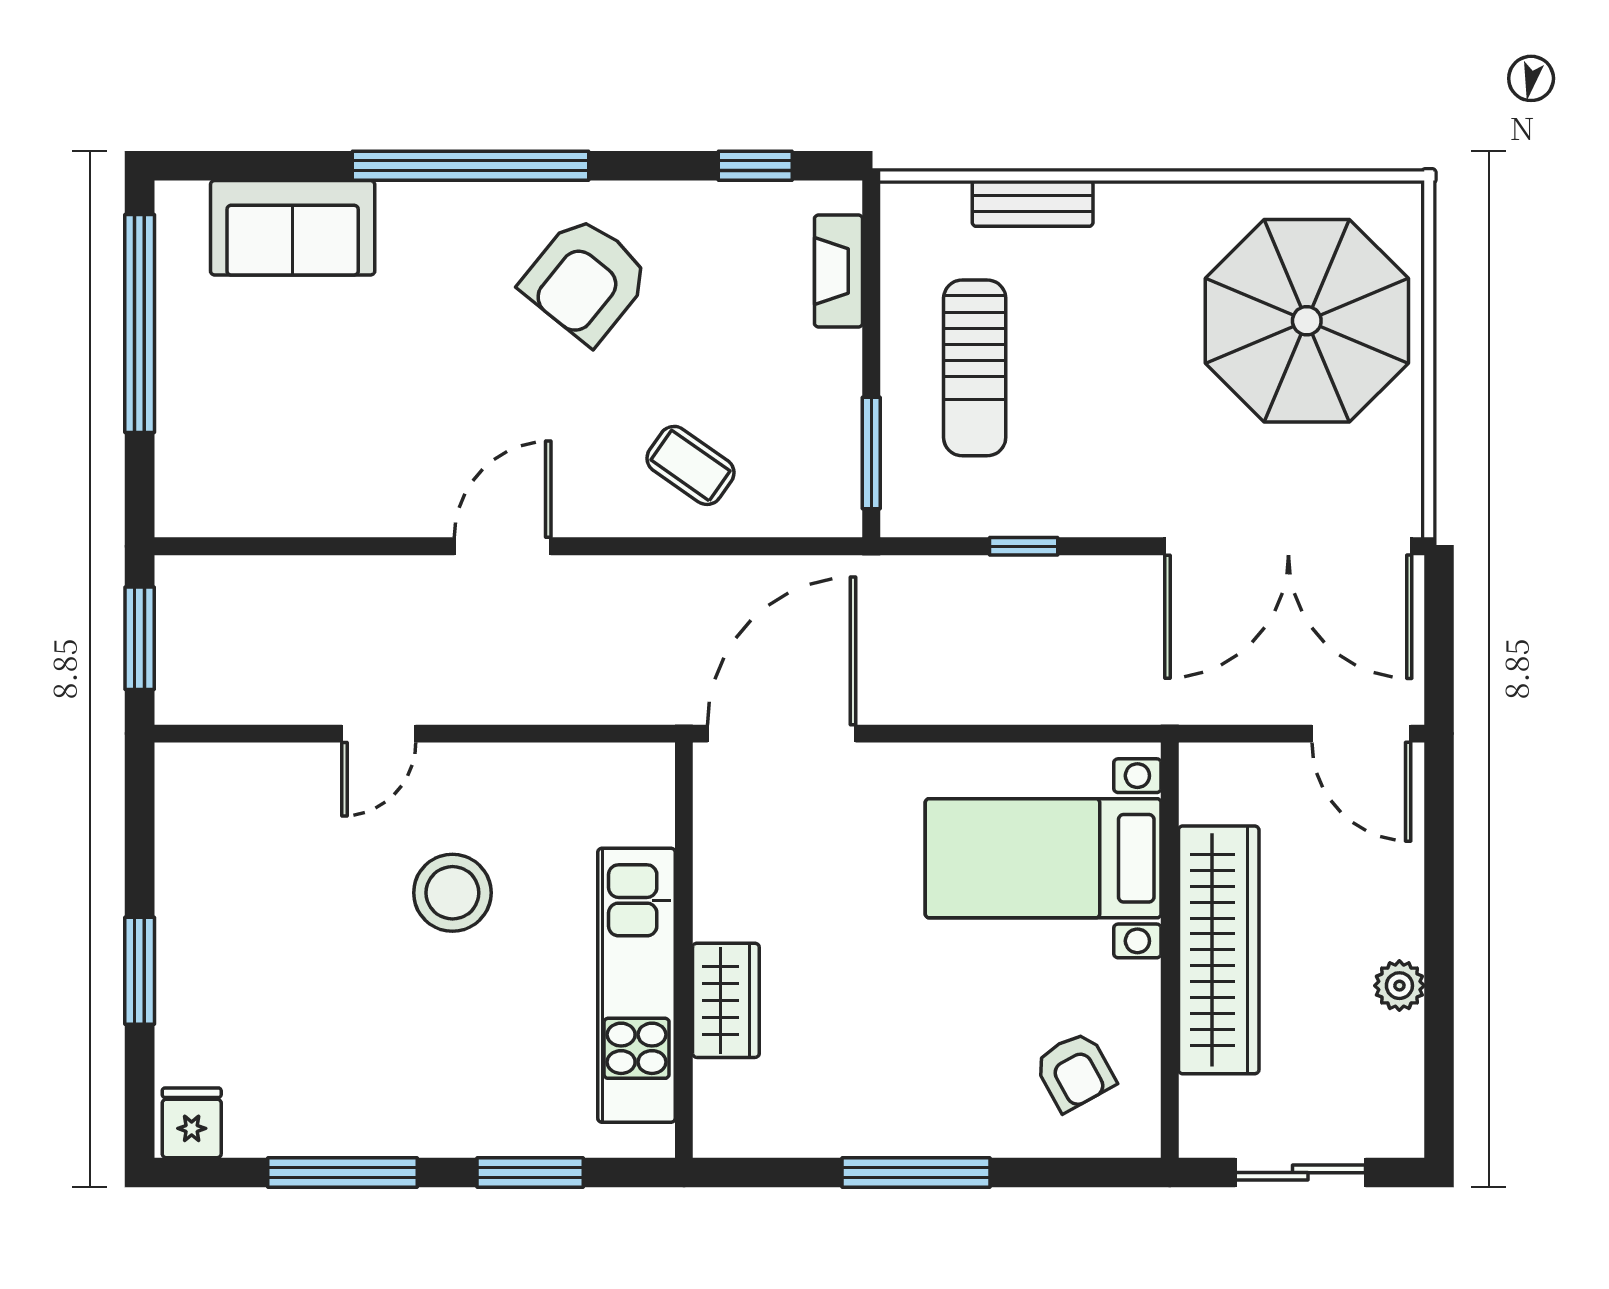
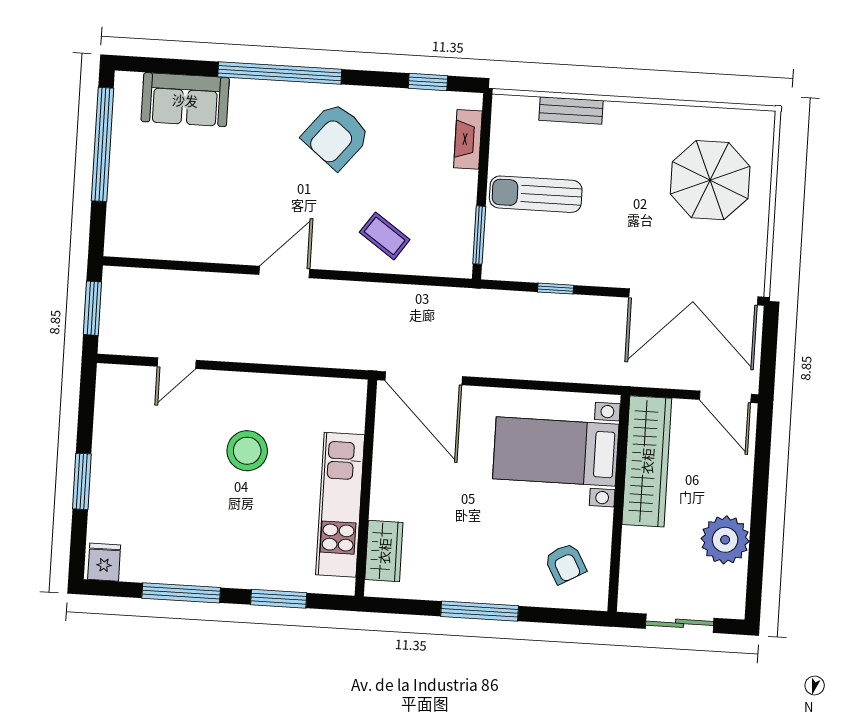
parasol: (1307, 321) -> (710, 180), width x0.73, depth x0.73
sun lounger: (975, 368) -> (536, 194), turned 90
door: (379, 734) -> (177, 363), moved
door: (782, 734) -> (424, 378), swing flipped
wardrobe: (1219, 950) -> (647, 461), moved
plant: (1399, 986) -> (725, 540), width x1.88, depth x1.88
wardrobe: (726, 1000) -> (384, 551), moved

